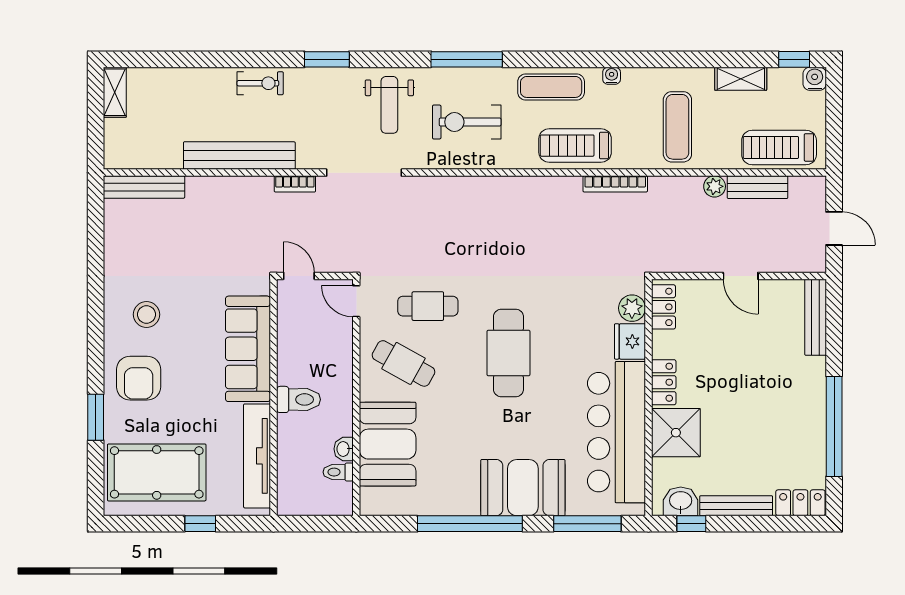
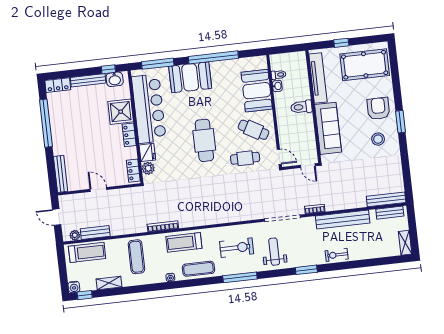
treadmill: (575, 146) -> (184, 242), turned 180
bench: (139, 159) -> (390, 213), added
plant: (715, 186) -> (75, 235), moved
window: (96, 417) -> (400, 122), moved

